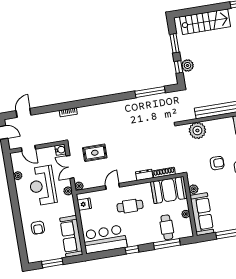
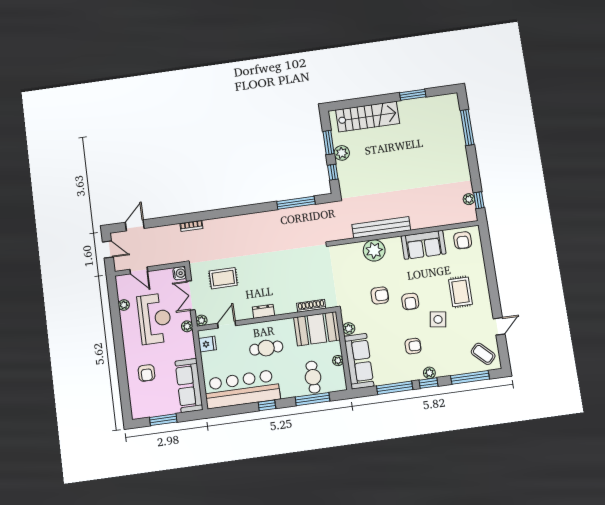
plant: (187, 65) -> (342, 153), moved
plant: (197, 131) -> (374, 250), moved
dresser: (144, 175) -> (263, 311), moved
reception desk: (42, 186) -> (155, 319), turned 180
door: (113, 186) -> (227, 324), moved
bar counter: (105, 239) -> (242, 389), width x1.36

